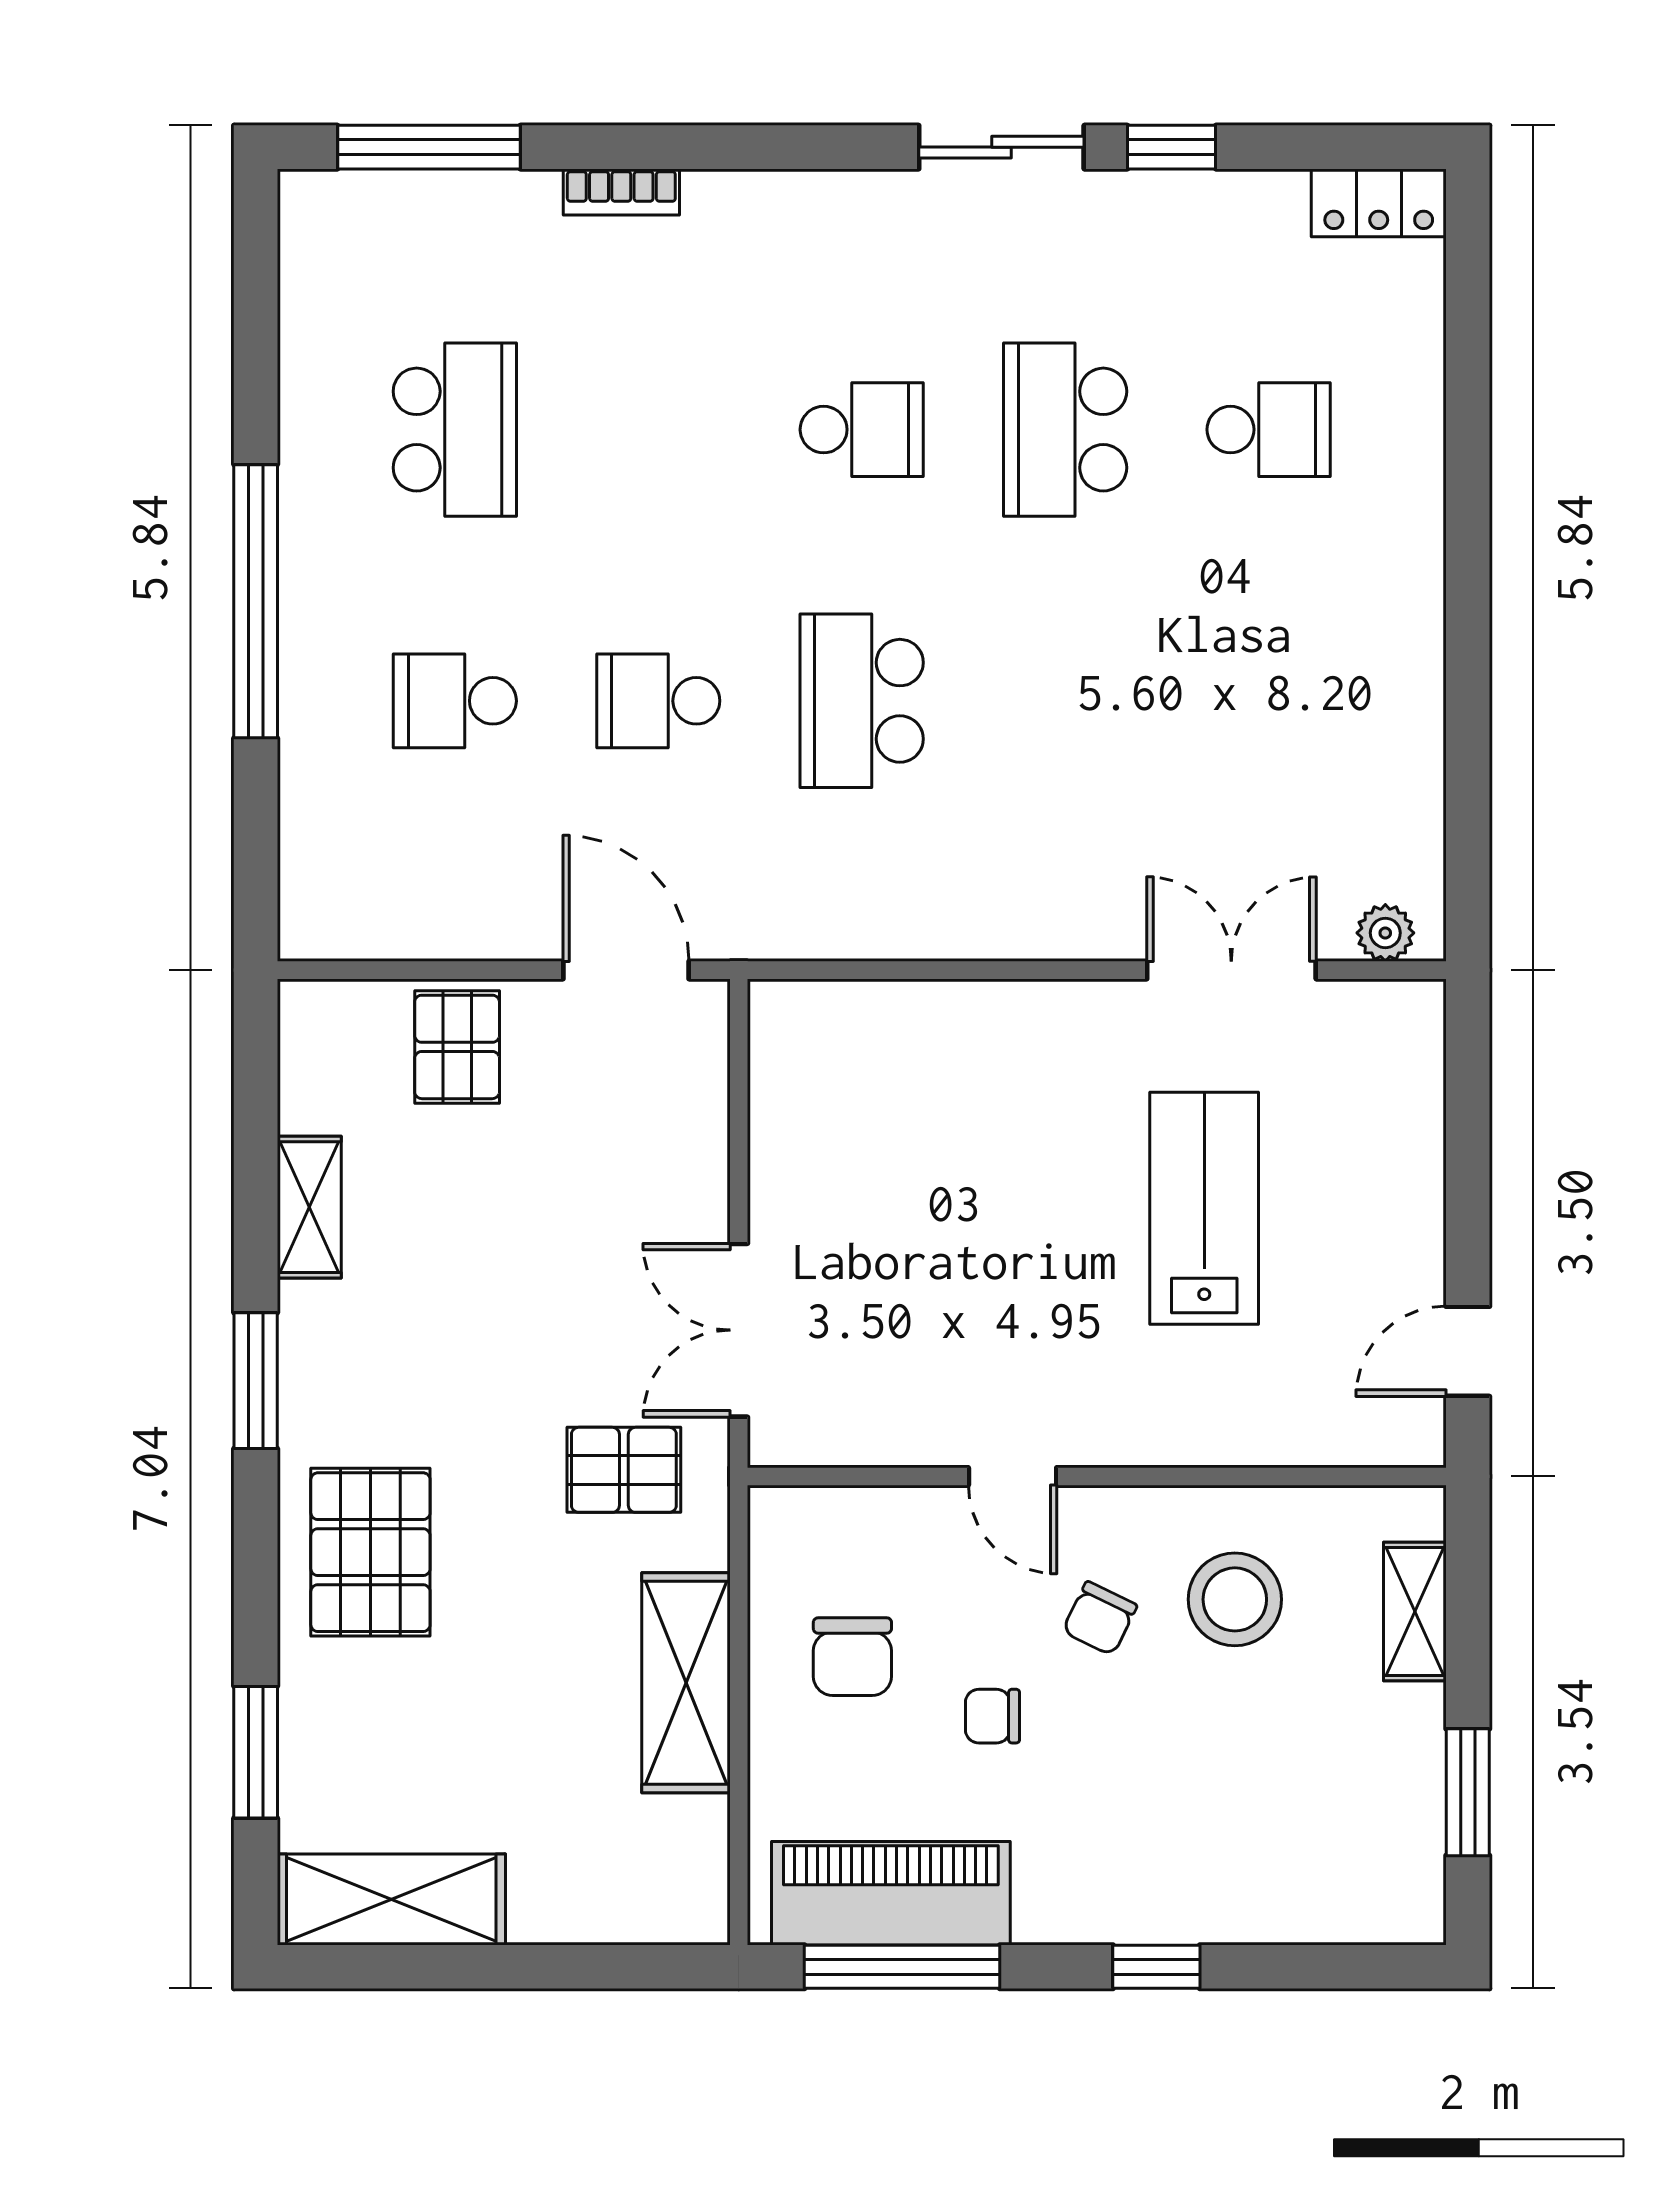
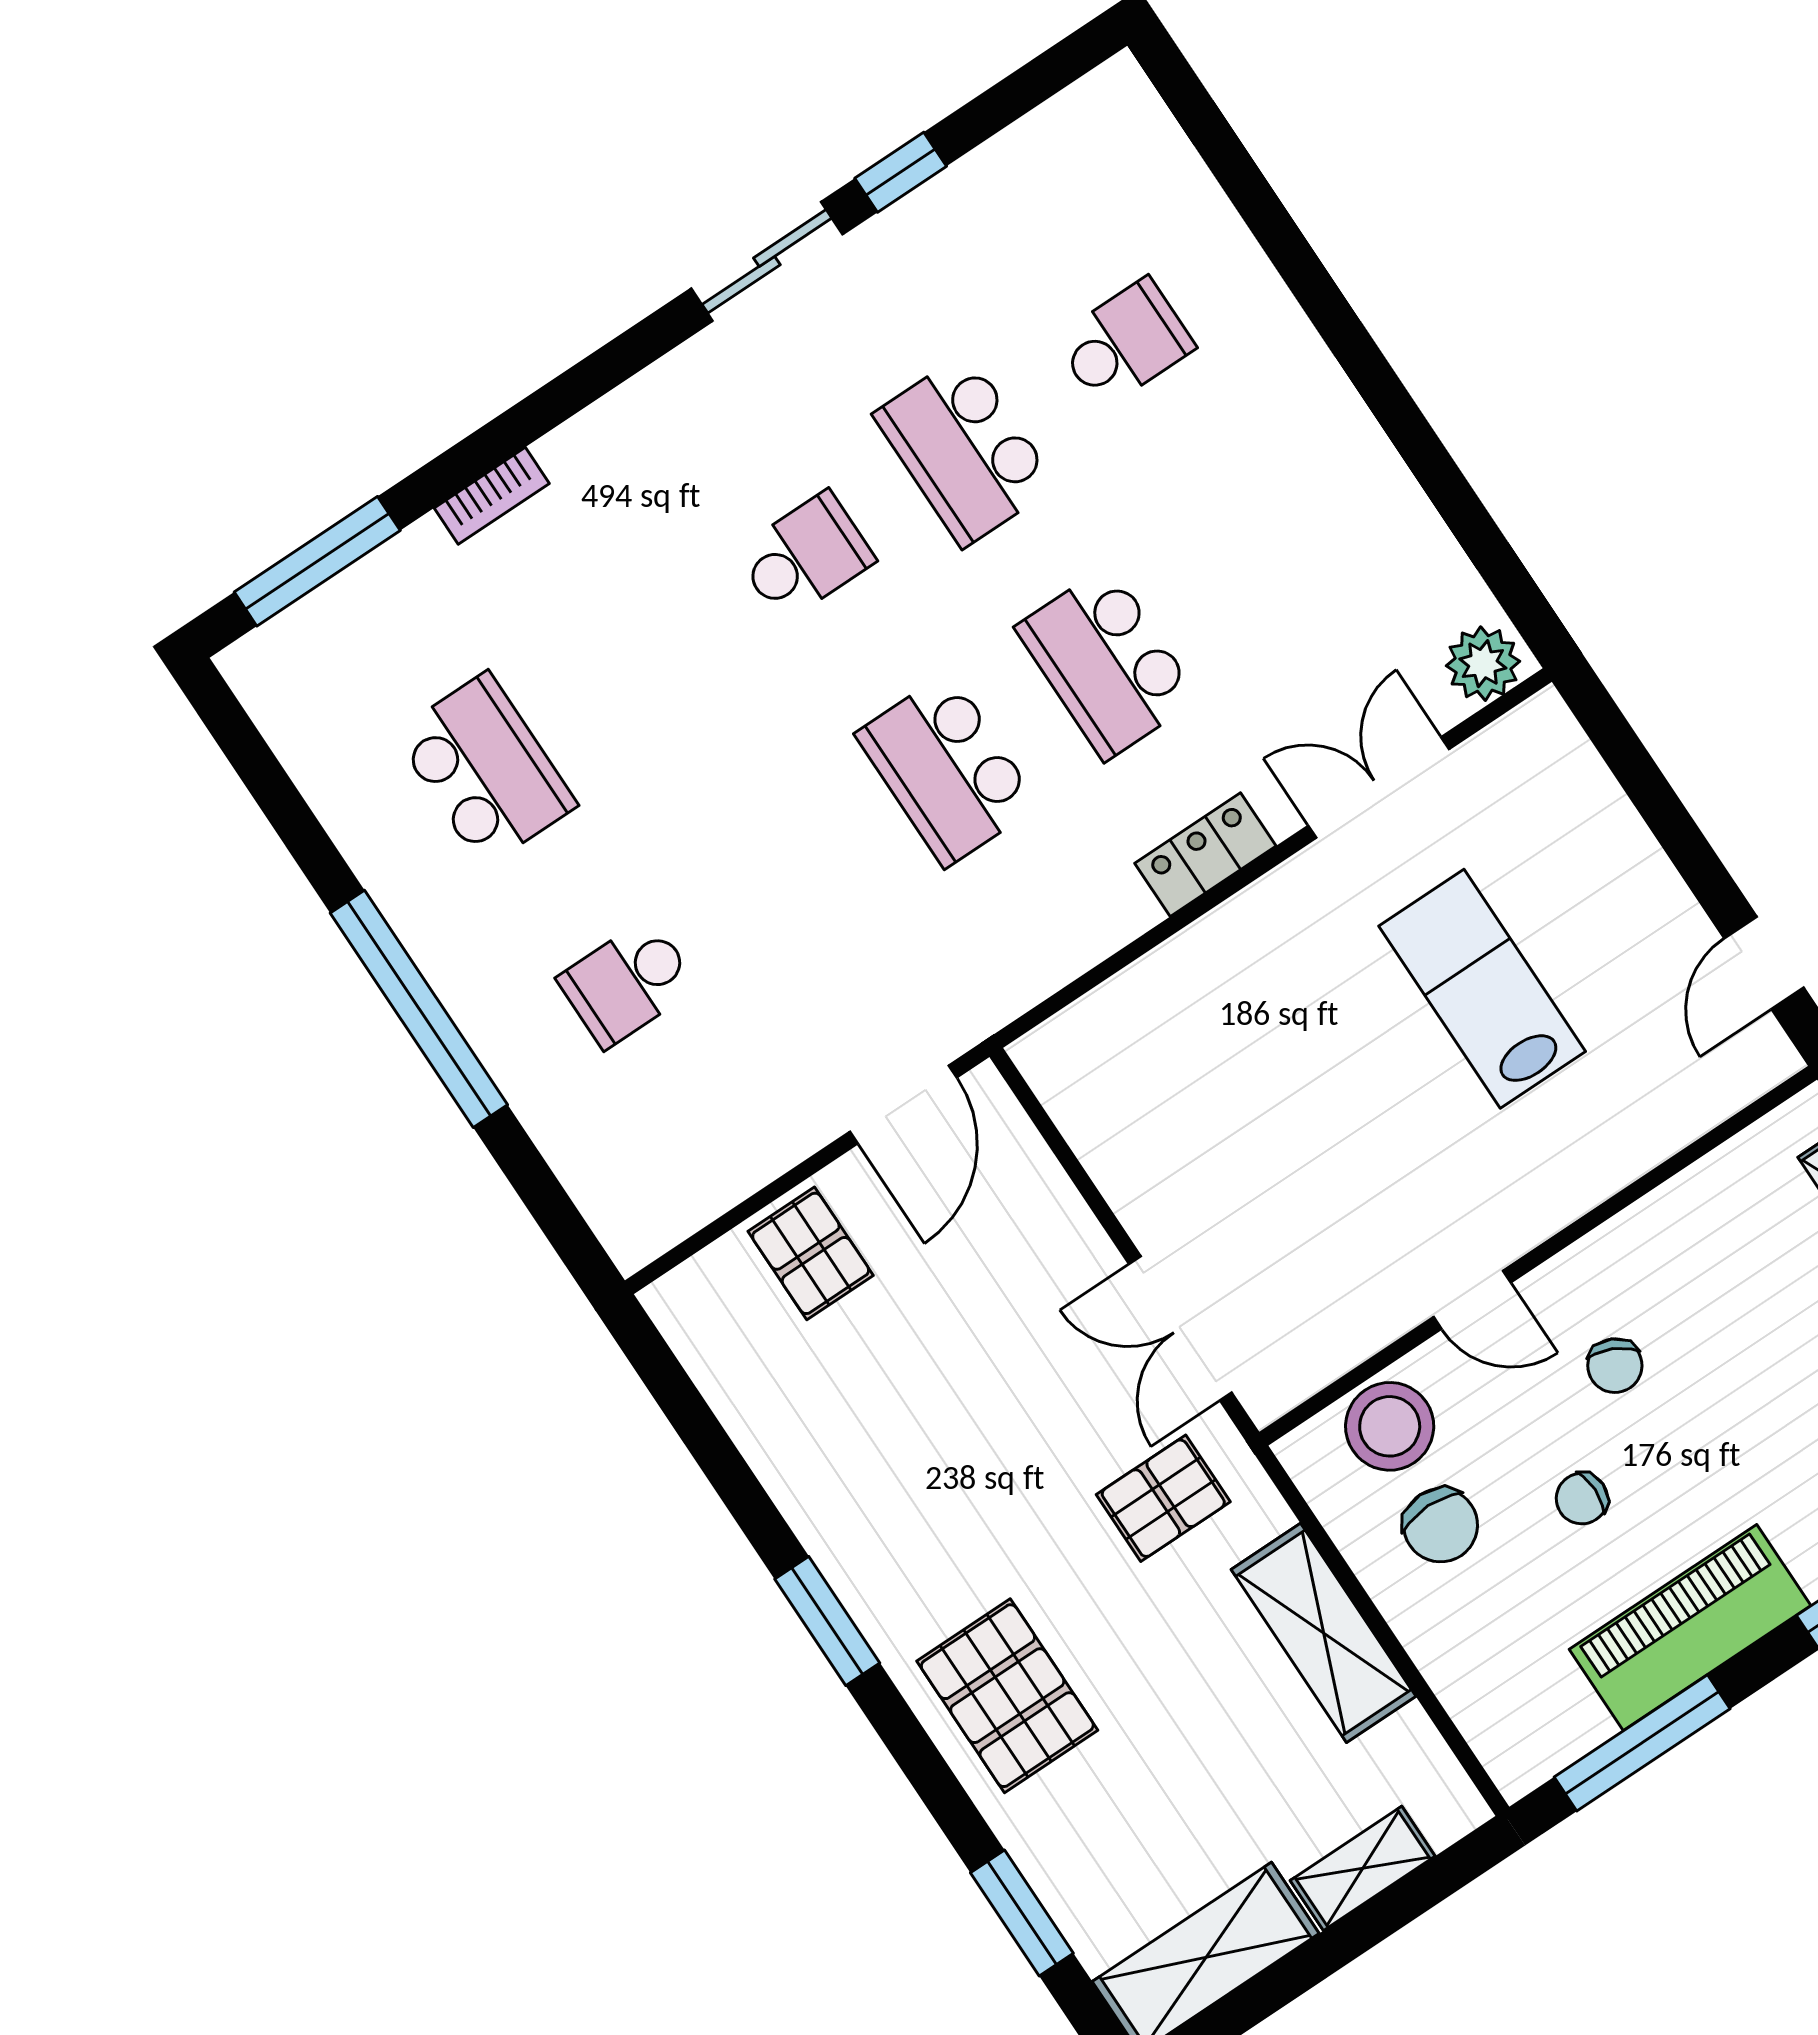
locker: (1379, 203) -> (1205, 855), moved, turned 180
school desk: (658, 701) -> (1107, 663), moved, width x1.85
plant: (1385, 933) -> (1483, 664), width x1.38, depth x1.38
door: (626, 970) -> (903, 1105), swing flipped
shelving: (309, 1207) -> (1363, 1868), moved, turned 90
stool: (1235, 1599) -> (1390, 1426), moved
piano: (891, 1893) -> (1690, 1627), moved

